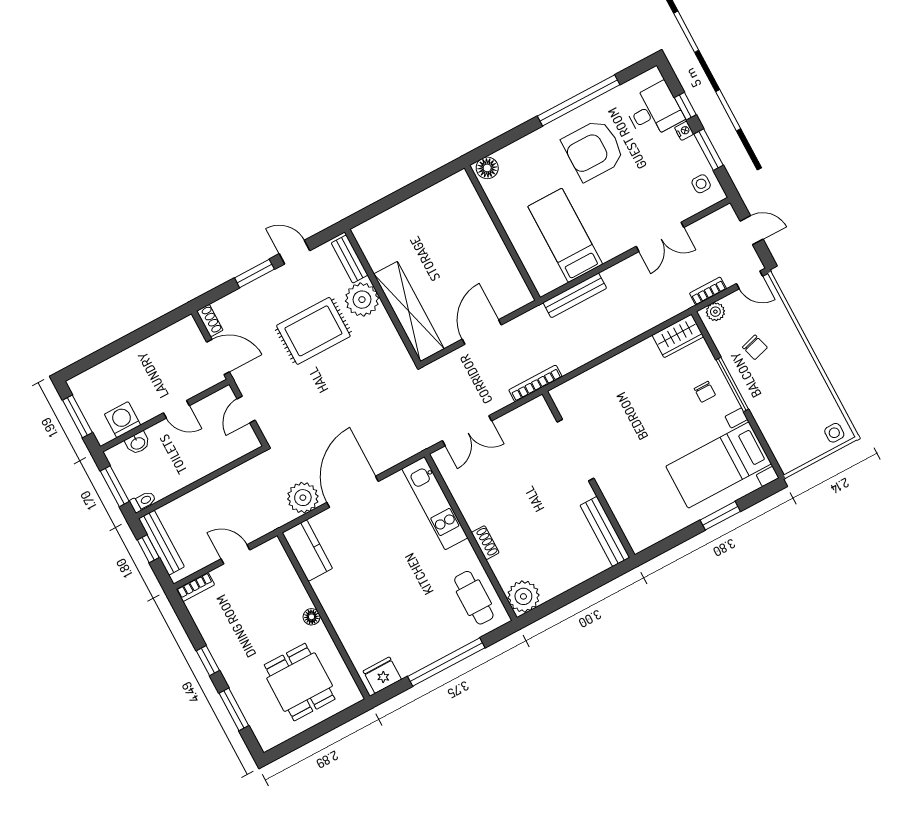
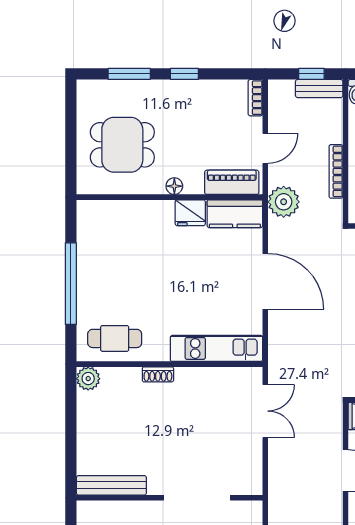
bookcase: (535, 383) -> (336, 171), moved, turned 180
double door: (467, 431) -> (265, 411), swing flipped
plant: (303, 498) -> (284, 202), moved
bench: (161, 543) -> (319, 89), width x0.73
piano: (281, 568) -> (232, 182), added
plant: (523, 596) -> (88, 379), width x0.73, depth x0.73
fridge: (382, 675) -> (190, 213), moved, turned 90

